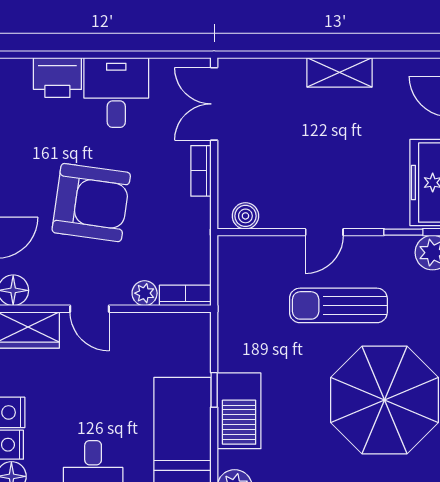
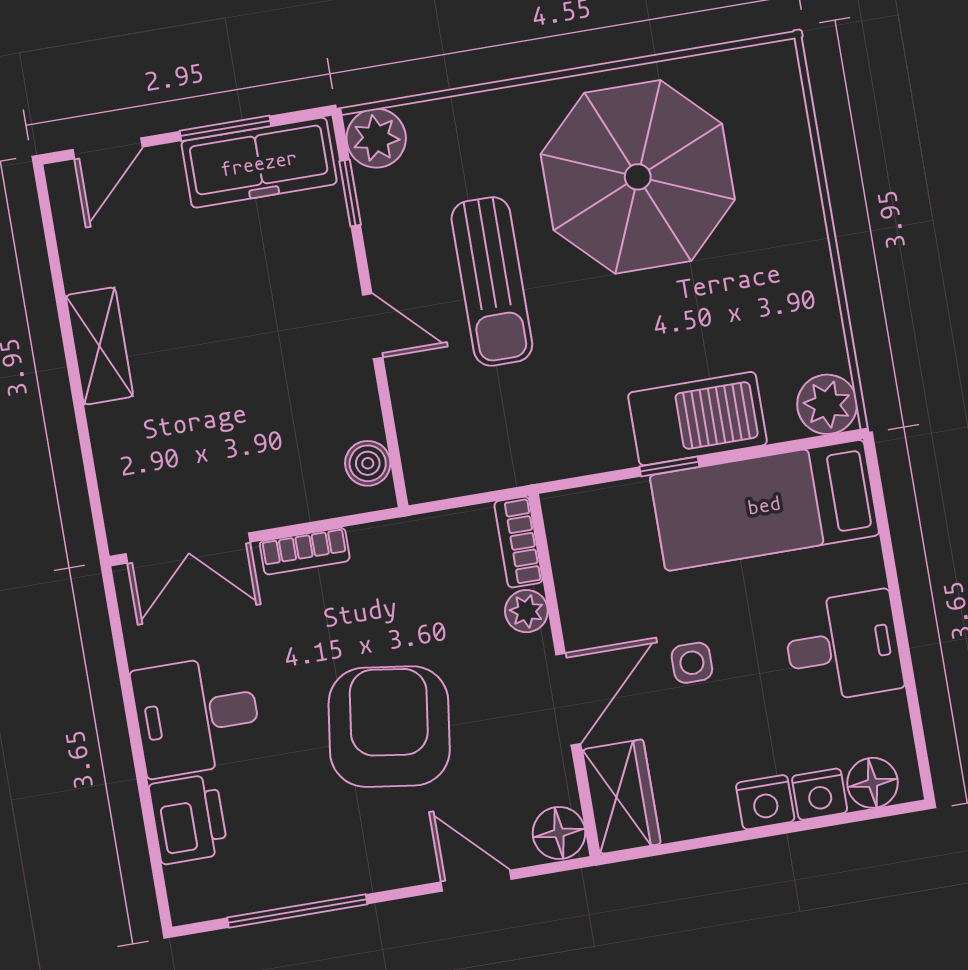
door: (90, 309) -> (568, 699), width x1.38
side table: (99, 384) -> (692, 663), added

